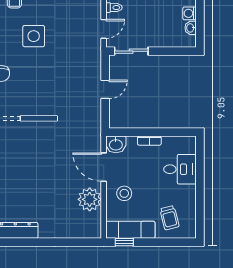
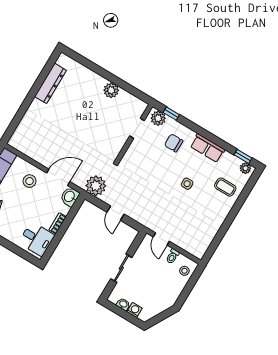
side table: (34, 36) -> (187, 184), width x0.54, depth x0.54
sliding door: (131, 51) -> (121, 268), moved
desk: (180, 169) -> (37, 239), moved, turned -90
plant: (90, 199) -> (96, 186), moved

